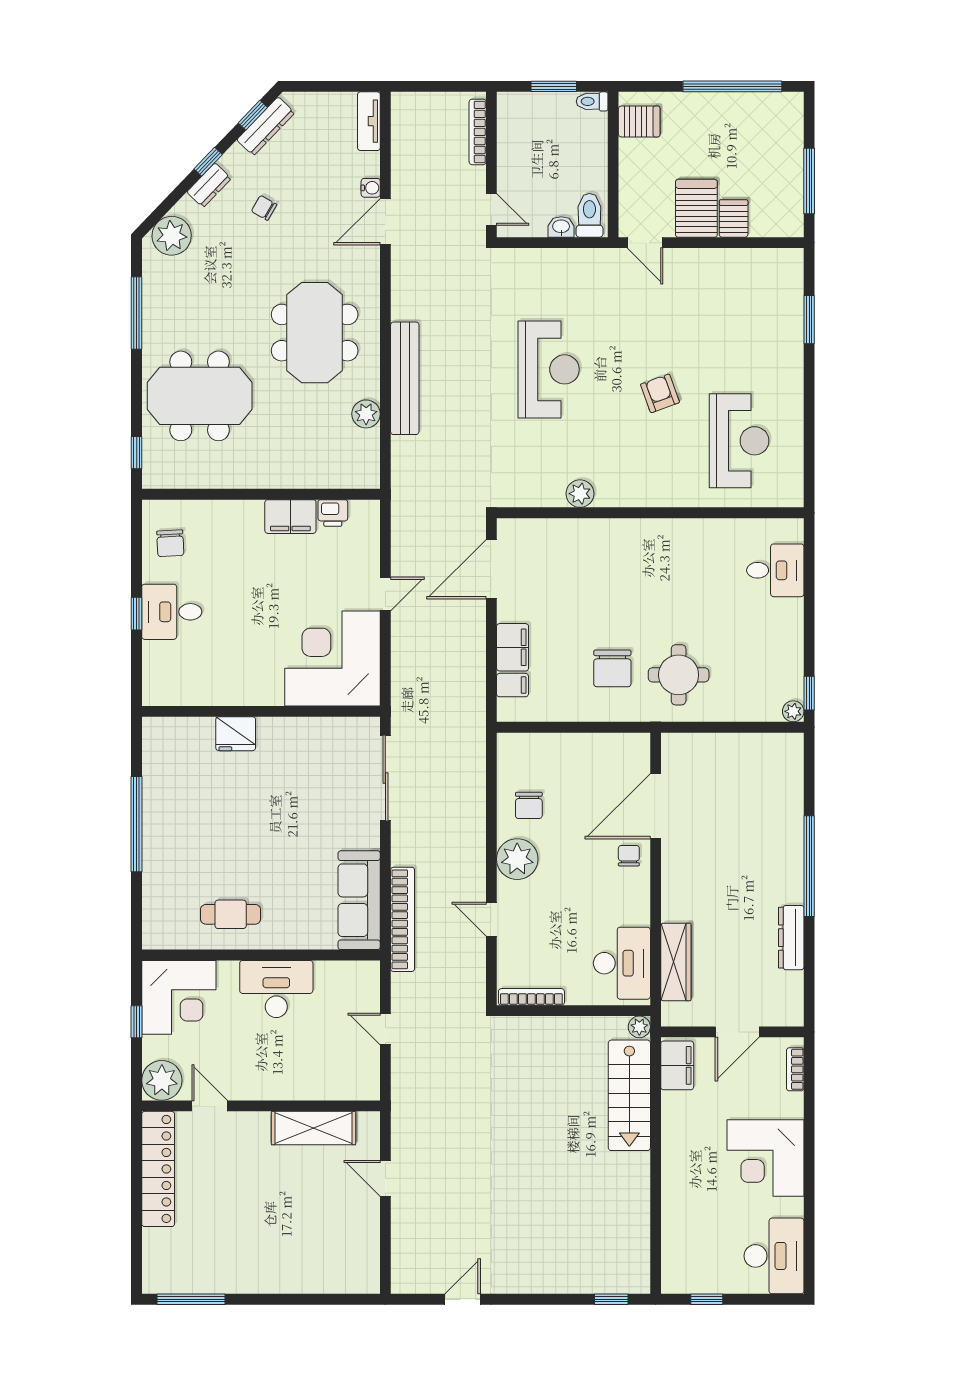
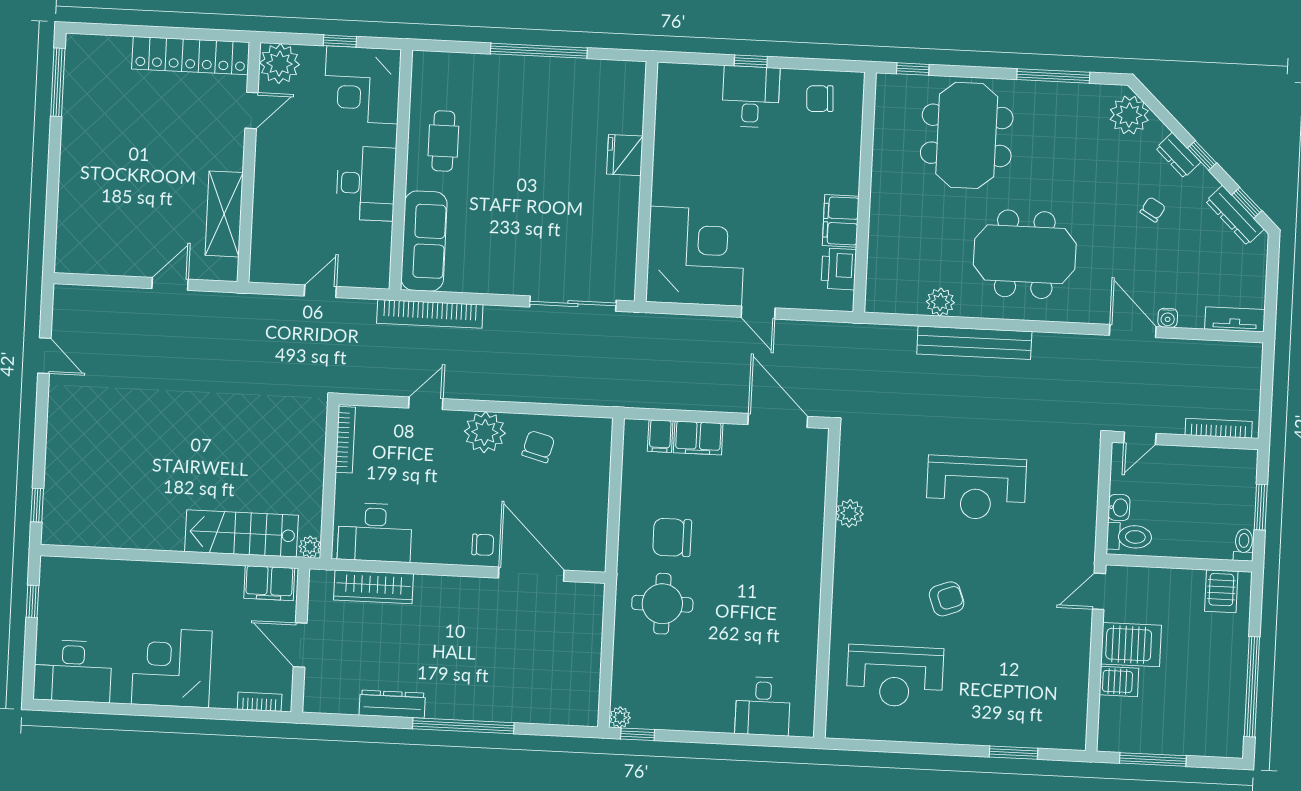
printer: (333, 513) -> (839, 269), width x1.36, depth x1.24
chair: (529, 805) -> (538, 447), turned 105
sofa: (359, 900) -> (424, 241), moved, turned 90

